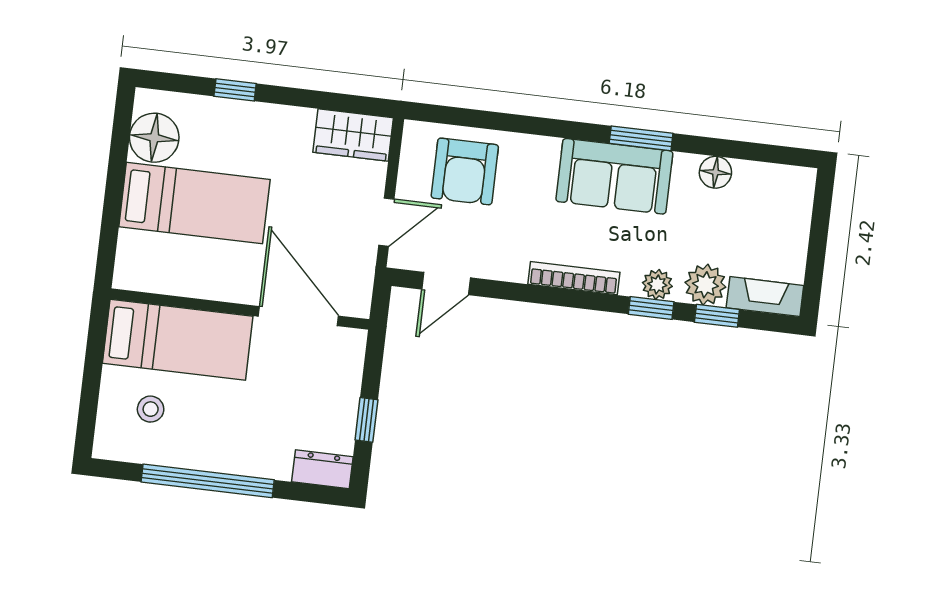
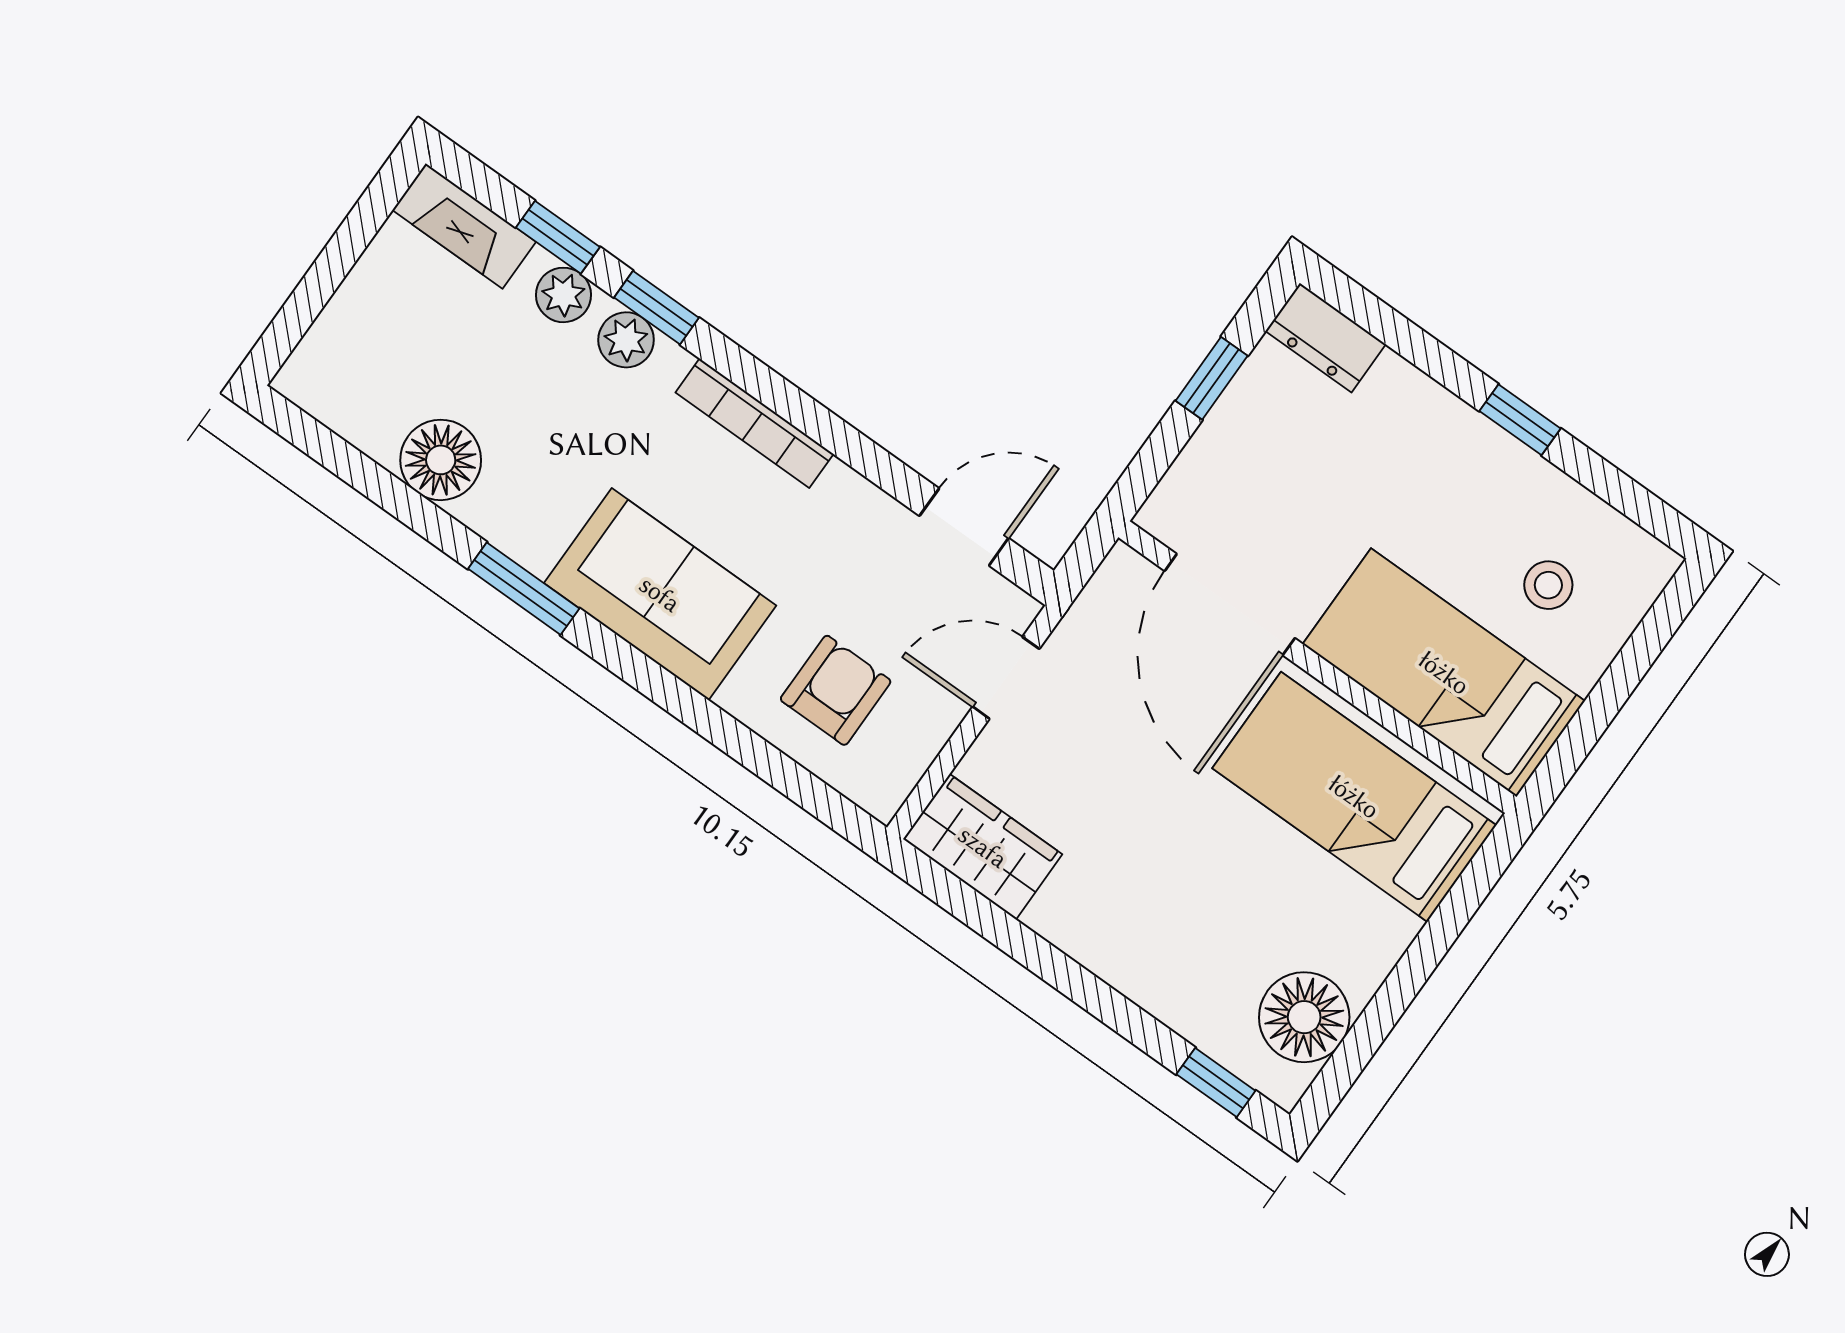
window: (235, 90) -> (1216, 1083), moved
armchair: (465, 171) -> (836, 690), width x0.72, depth x0.72
floor lamp: (715, 172) -> (441, 460), width x1.38, depth x1.38
sofa: (614, 176) -> (660, 594), moved
bed: (194, 203) -> (1354, 797), moved
plant: (705, 285) -> (563, 295), width x0.73, depth x0.73
window: (208, 481) -> (1520, 420), width x0.32

